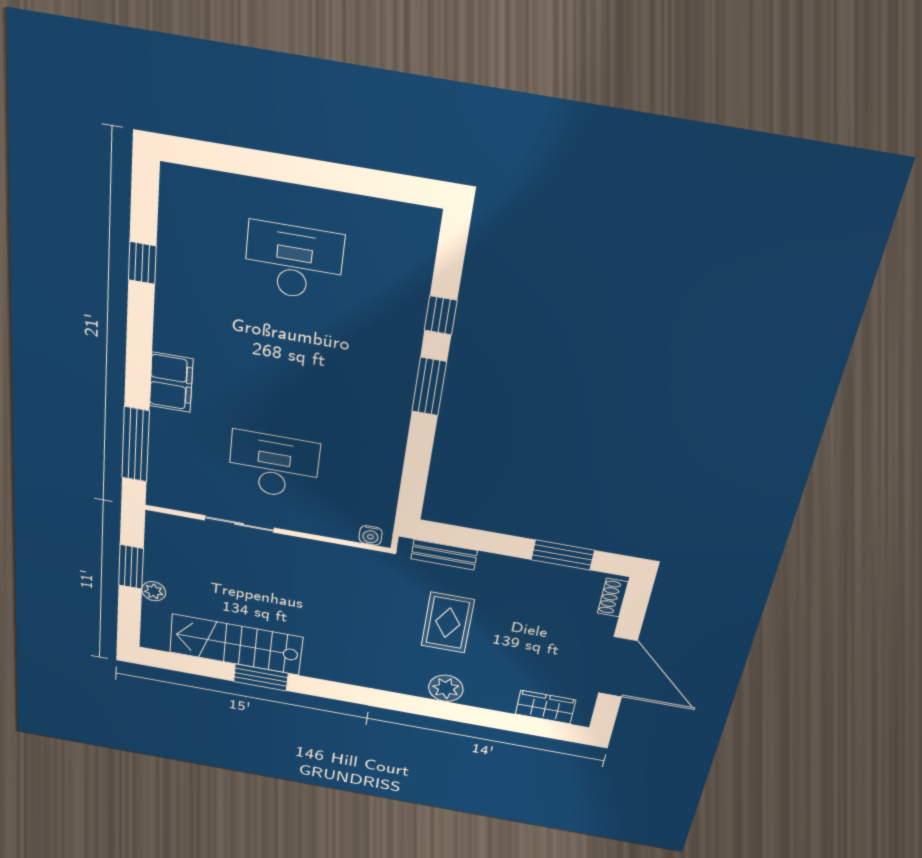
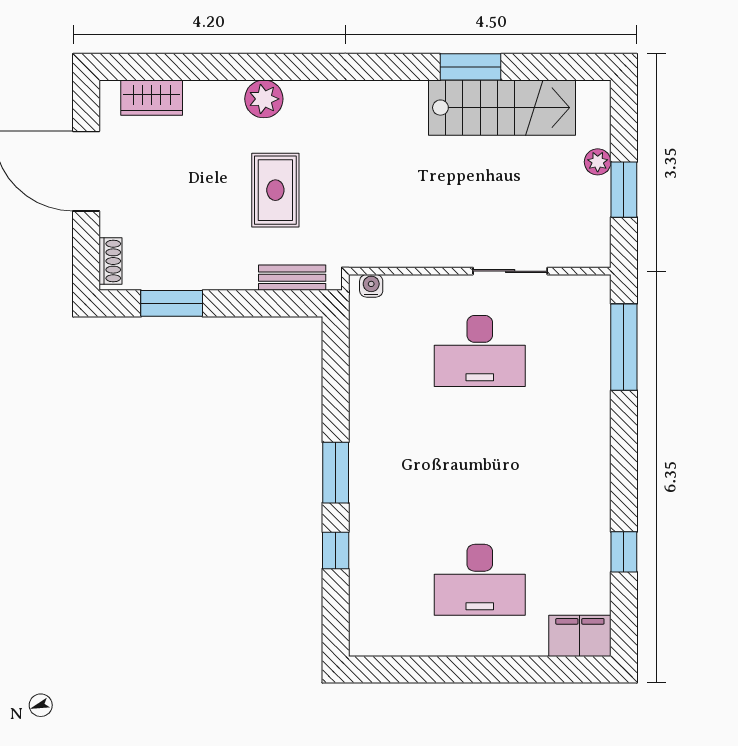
filing cabinet: (171, 382) -> (580, 636), moved, turned 90

